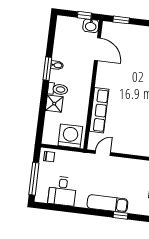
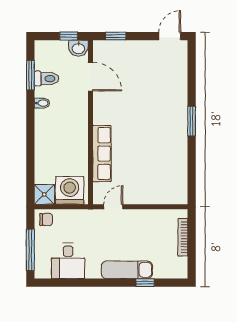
window: (47, 69) -> (30, 75), moved
toilet: (58, 89) -> (47, 79), moved
shower: (54, 104) -> (44, 194), moved

